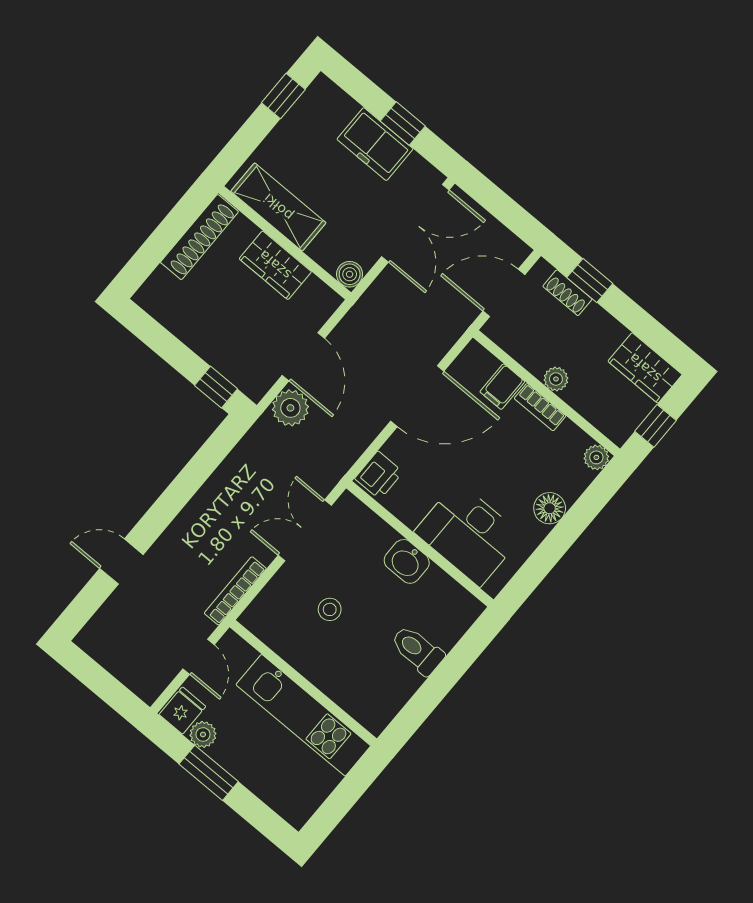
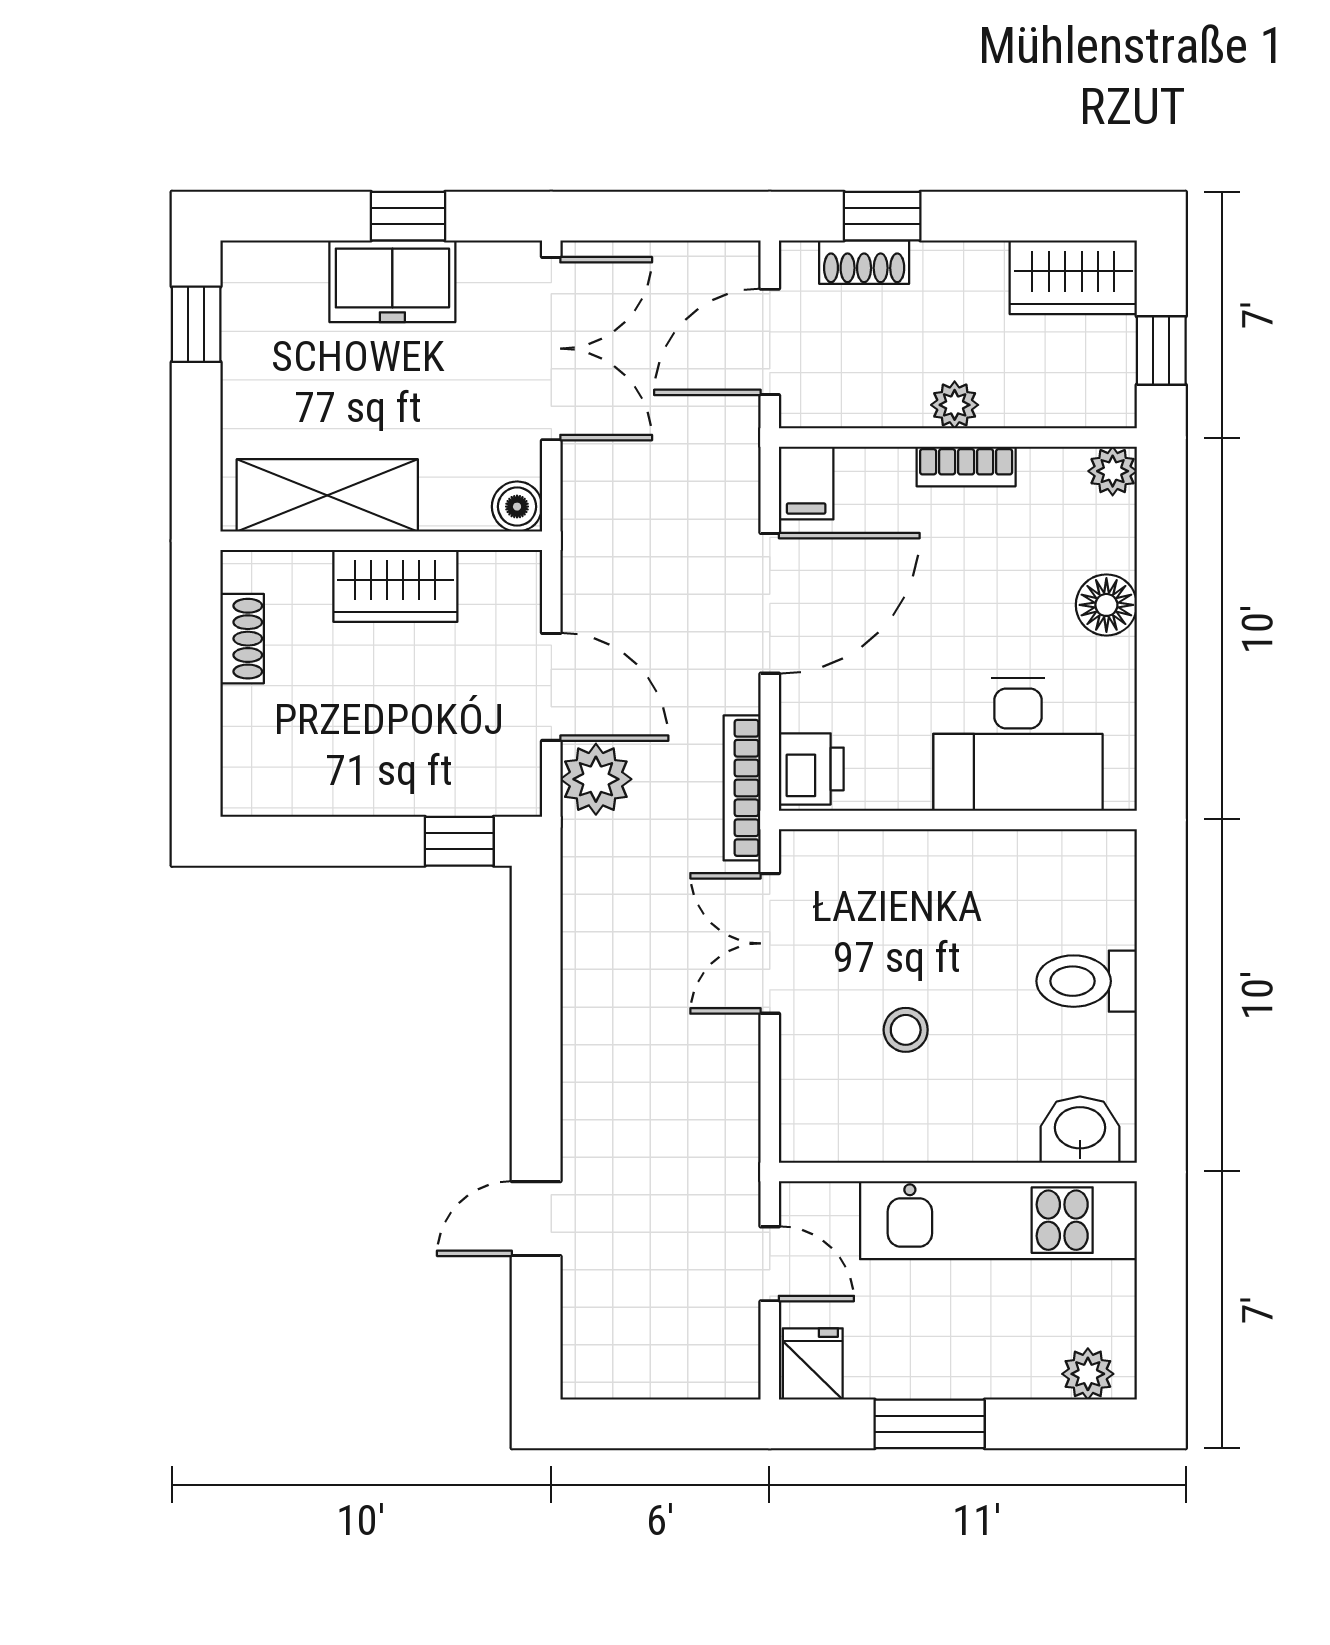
shoe rack: (199, 237) -> (242, 639), width x0.51, depth x0.81
filing cabinet: (502, 387) -> (806, 483), moved
washbasin: (407, 561) -> (1080, 1130), moved, turned 180
bookcase: (235, 591) -> (742, 788), moved
plant: (203, 734) -> (1088, 1374), moved

